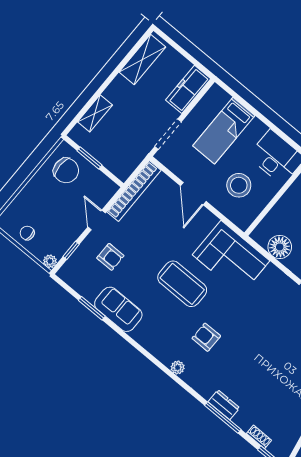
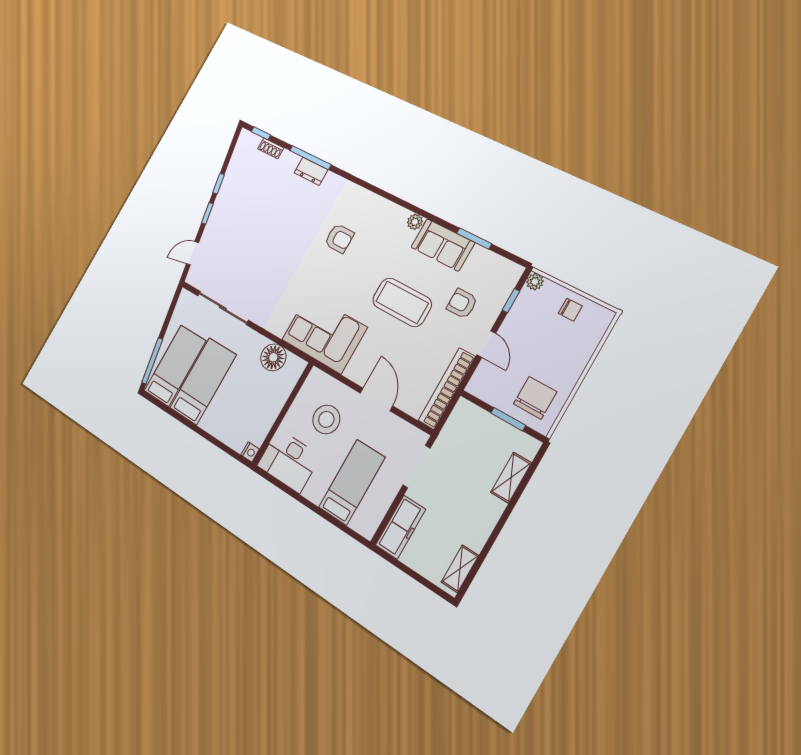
shelving: (142, 59) -> (460, 569), width x0.67, depth x0.75
chair: (66, 170) -> (535, 398), turned 90
coffee table: (182, 284) -> (402, 302), moved
plant: (178, 368) -> (415, 222), moved

